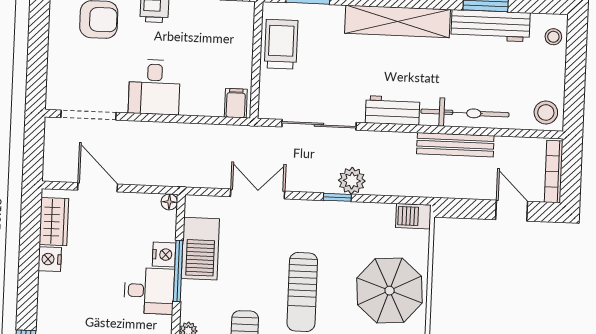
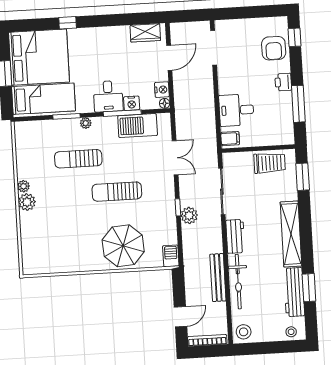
desk: (154, 87) -> (236, 110), moved
nightstand: (50, 259) -> (162, 90), moved, turned 90

